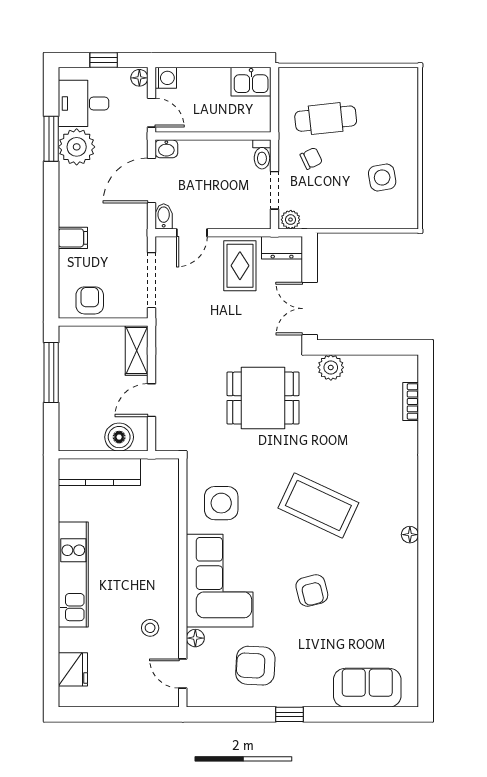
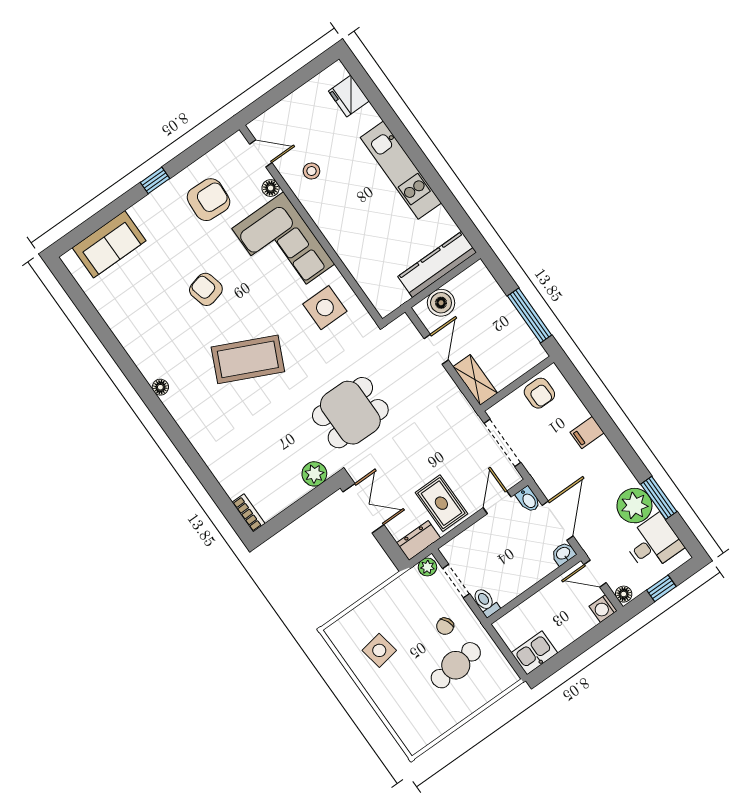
bookcase: (411, 401) -> (249, 513), moved

